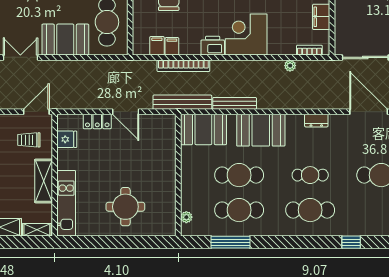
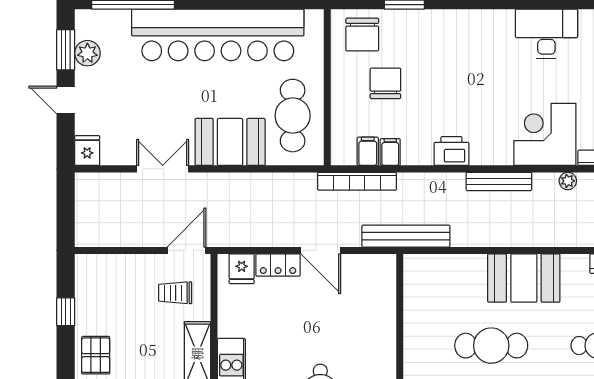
corner desk: (246, 35) -> (545, 134), moved
bookcase: (183, 66) -> (357, 181), moved
bench: (235, 103) -> (499, 181), moved
booth: (203, 129) -> (438, 277), removed
fridge: (67, 139) -> (242, 269), moved, turned 90

